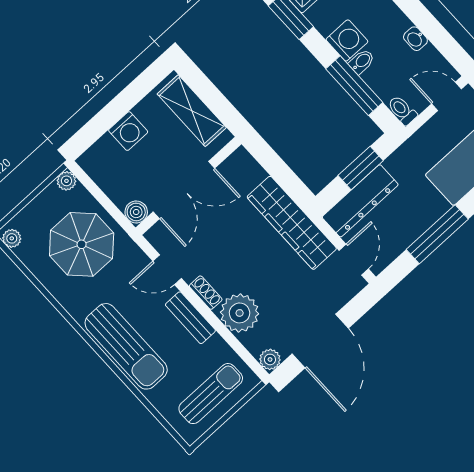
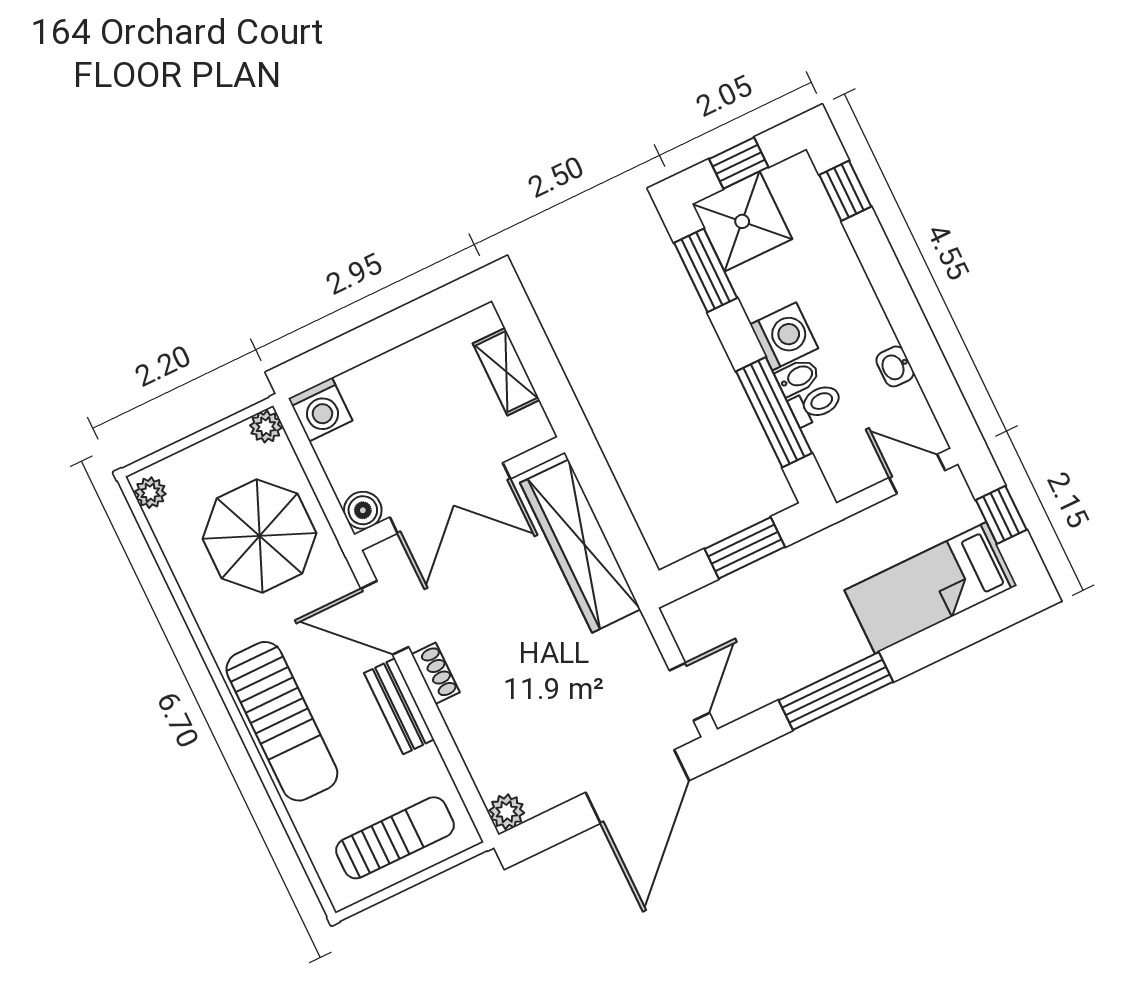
toilet: (402, 110) -> (815, 404), moved, turned 90
shelving: (192, 111) -> (506, 372), width x0.67, depth x0.75
washing machine: (128, 131) -> (320, 409), moved
dresser: (360, 201) -> (728, 600), removed
wardrobe: (292, 223) -> (580, 546), moved
door: (167, 270) -> (385, 618), width x1.38
plant: (240, 313) -> (480, 722), removed
door: (320, 341) -> (637, 787), moved

